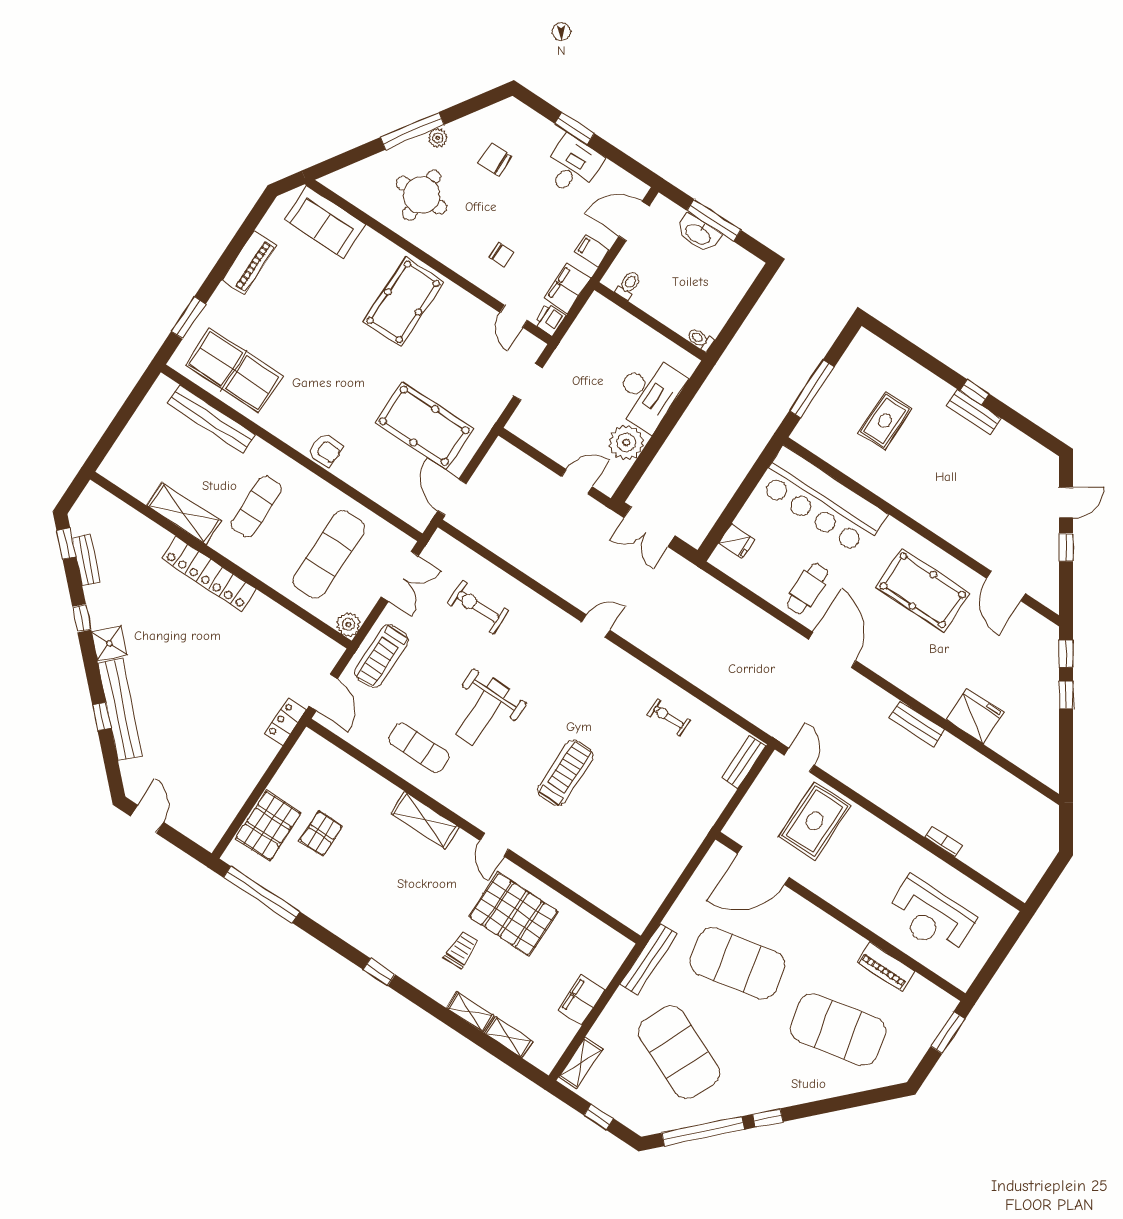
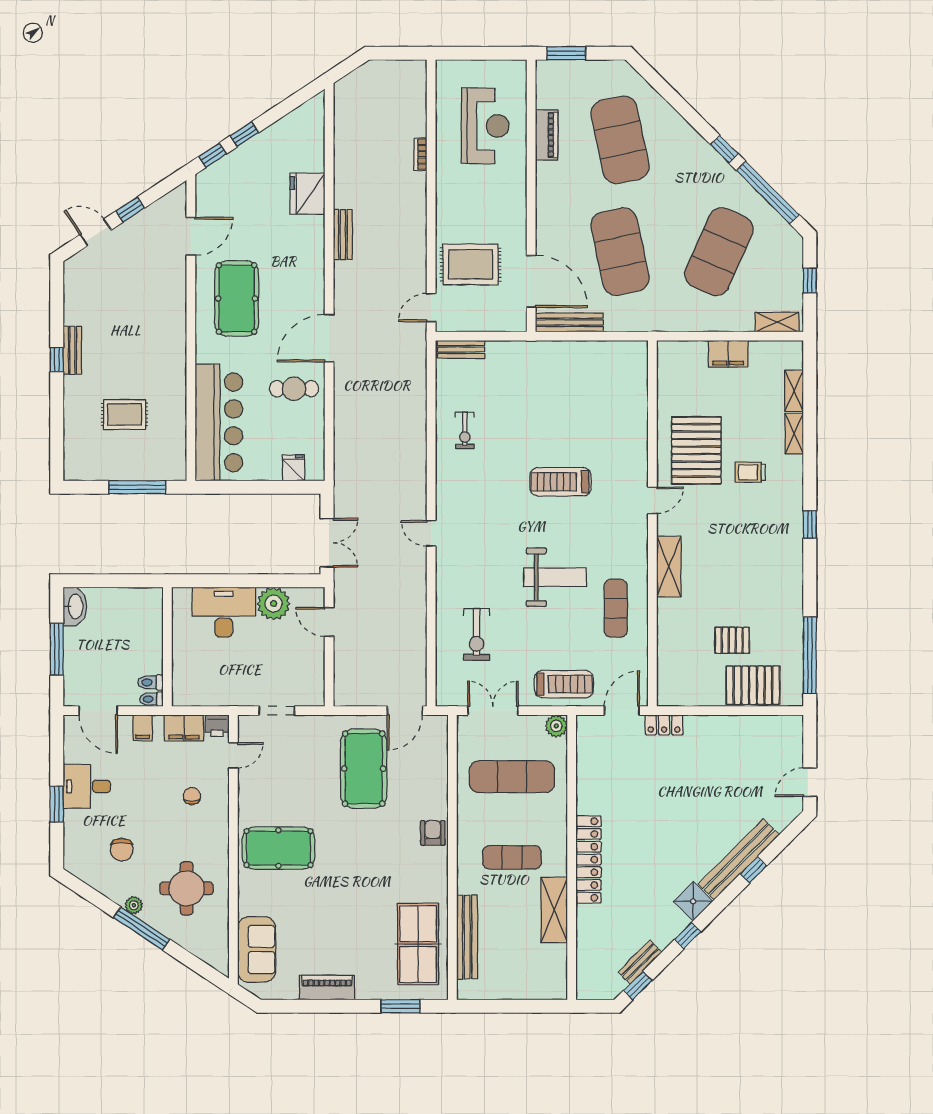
washbasin: (698, 234) -> (75, 606), moved
toilet: (700, 339) -> (151, 699), moved, turned 90
bench: (649, 959) -> (569, 322), moved

